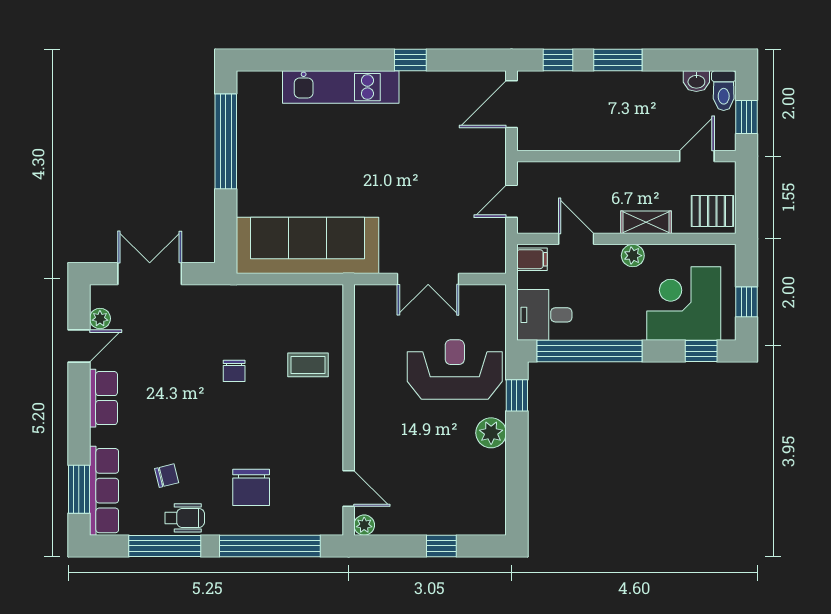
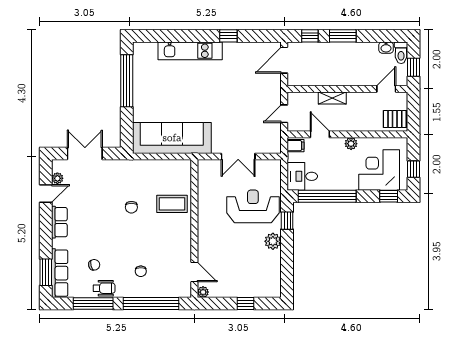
shelving: (646, 222) -> (332, 98), moved
coffee table: (308, 365) -> (172, 204), width x1.36, depth x1.30
chair: (251, 487) -> (141, 271), width x0.54, depth x0.54

